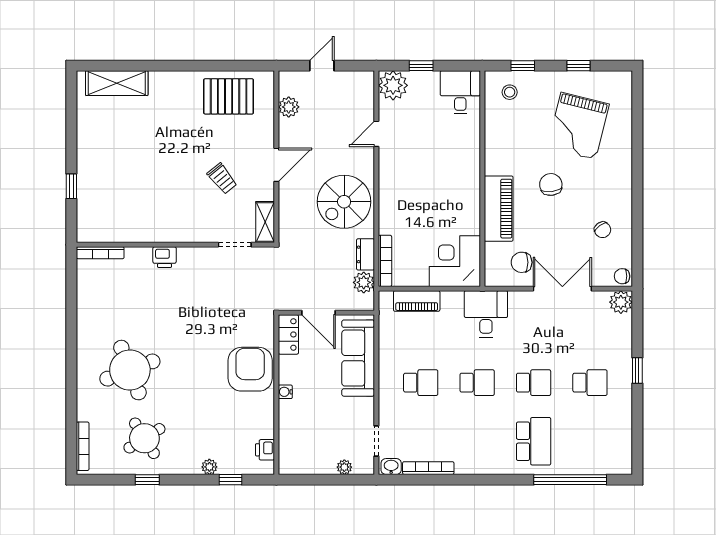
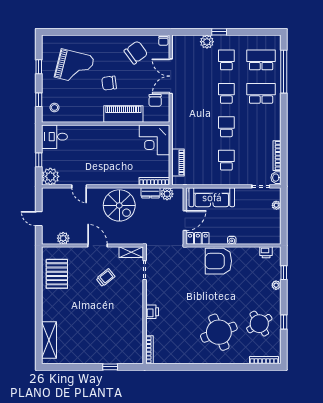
chair: (603, 230) -> (136, 52), width x1.87, depth x1.87
plant: (621, 302) -> (207, 42), moved
desk: (486, 314) -> (186, 121), removed
school desk: (590, 441) -> (261, 60), added

